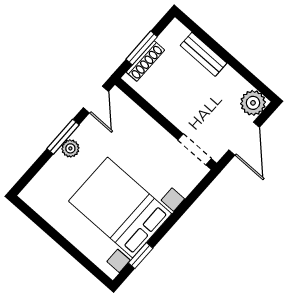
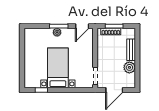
plant: (253, 103) -> (129, 67), moved
bed with nightstands: (120, 207) -> (58, 68), width x0.73

